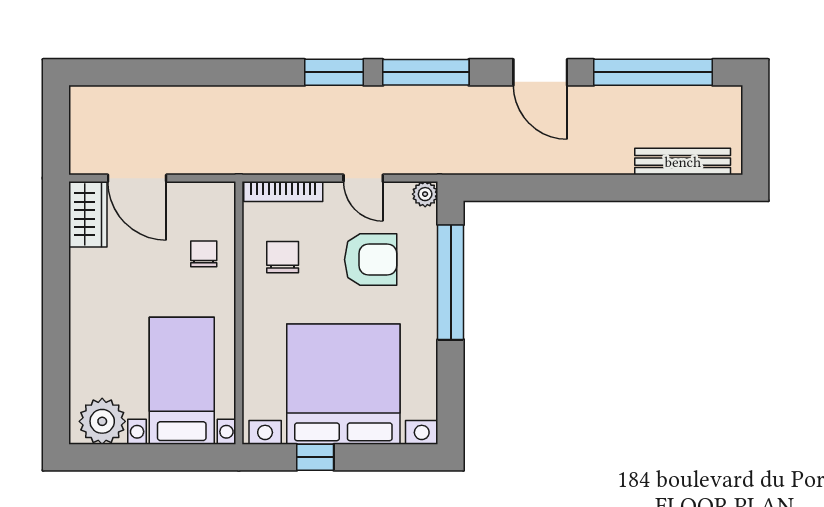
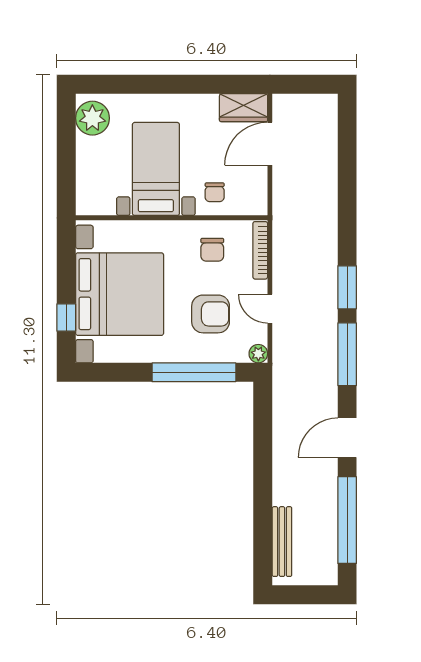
door: (363, 178) -> (270, 309), hinge flipped
chair: (204, 254) -> (215, 192), turned 90
chair: (283, 257) -> (212, 250), turned 90
armchair: (371, 260) -> (211, 314), turned -90
bed with nightstands: (182, 381) -> (156, 169), moved, turned -90
window: (315, 457) -> (66, 317), moved

